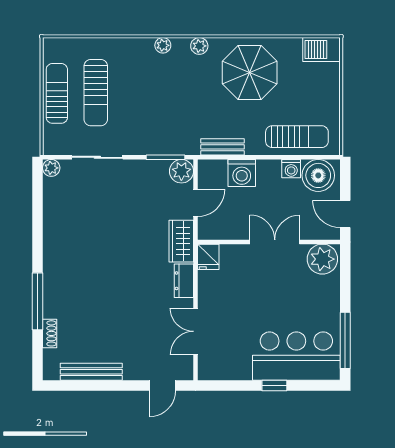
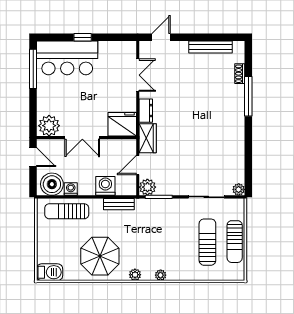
fridge: (208, 257) -> (122, 124), width x1.88, depth x1.34

